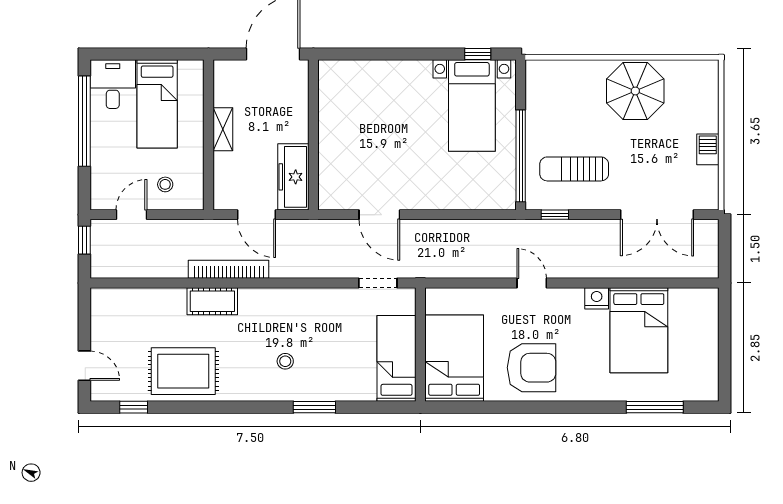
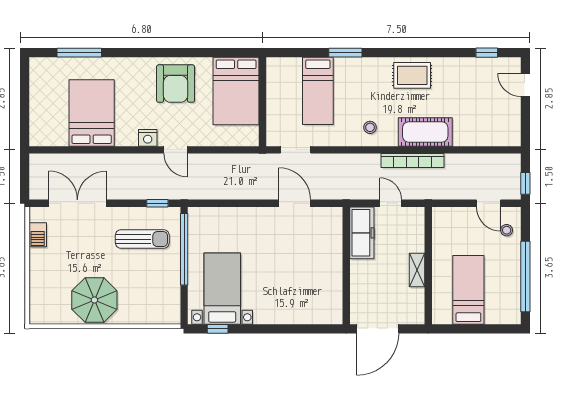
desk: (113, 84) -> (503, 305), removed
barbecue: (708, 149) -> (38, 235), moved
stool: (165, 184) -> (507, 230), moved
door: (131, 215) -> (488, 203), hinge flipped
door: (256, 215) -> (391, 203), width x0.73
nightstand: (597, 298) -> (148, 138), moved
cot: (212, 301) -> (425, 132), width x1.37, depth x1.34
bed: (396, 358) -> (318, 91), moved
stool: (285, 361) -> (370, 127), moved
armchair: (532, 368) -> (176, 84), turned -90
rug: (183, 371) -> (412, 75), moved, width x0.73, depth x0.70

